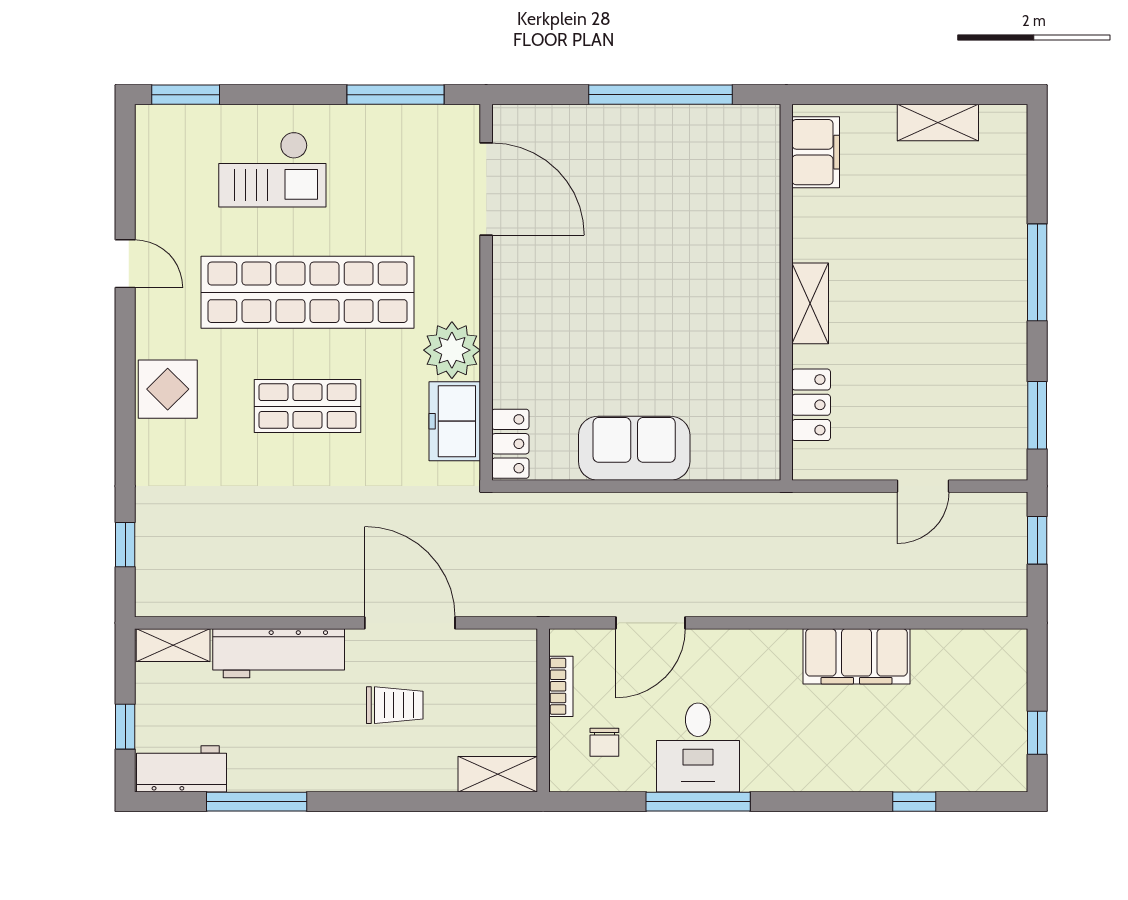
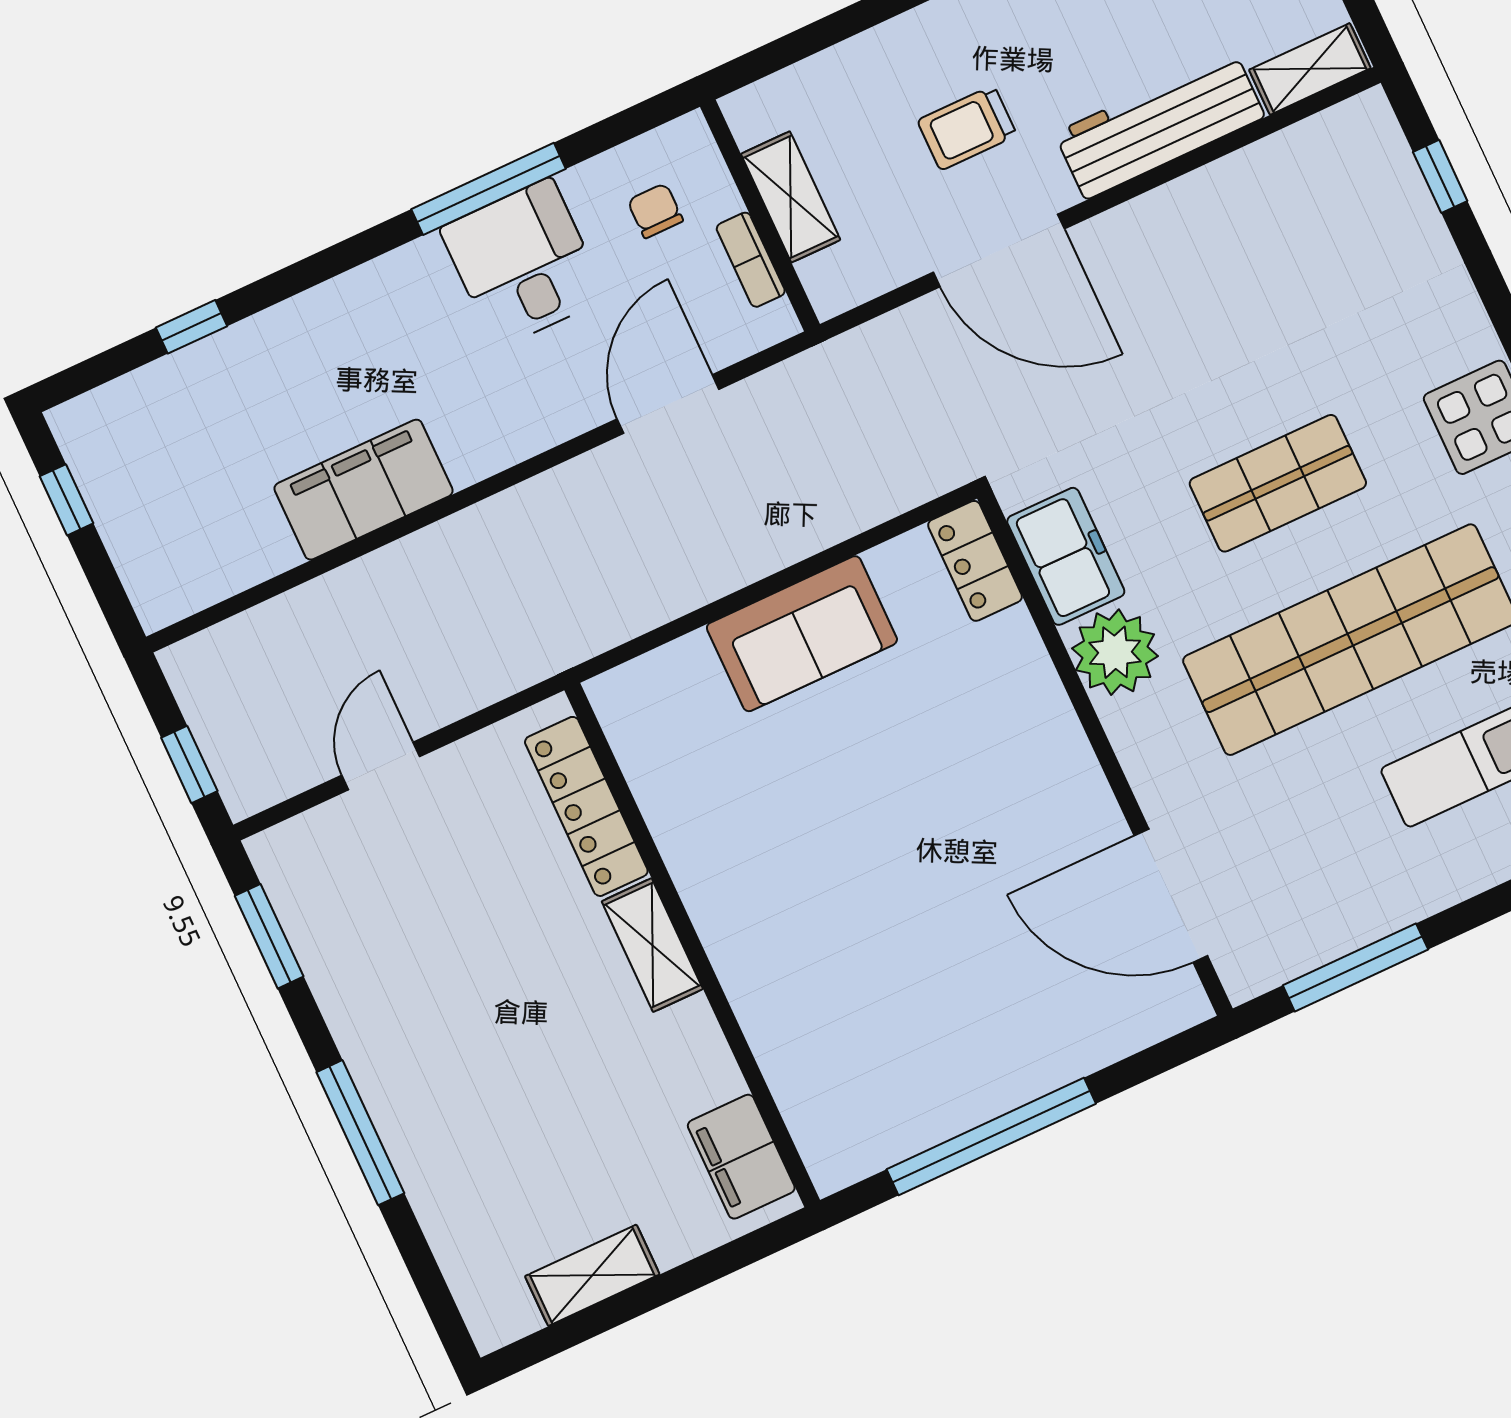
locker: (811, 405) -> (586, 806), width x1.53
shelving: (498, 774) -> (791, 197), moved, turned 90

